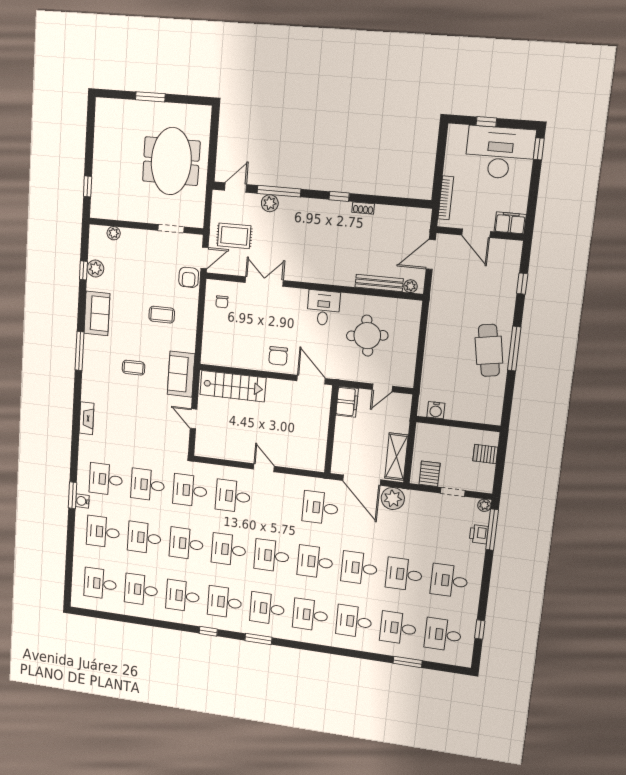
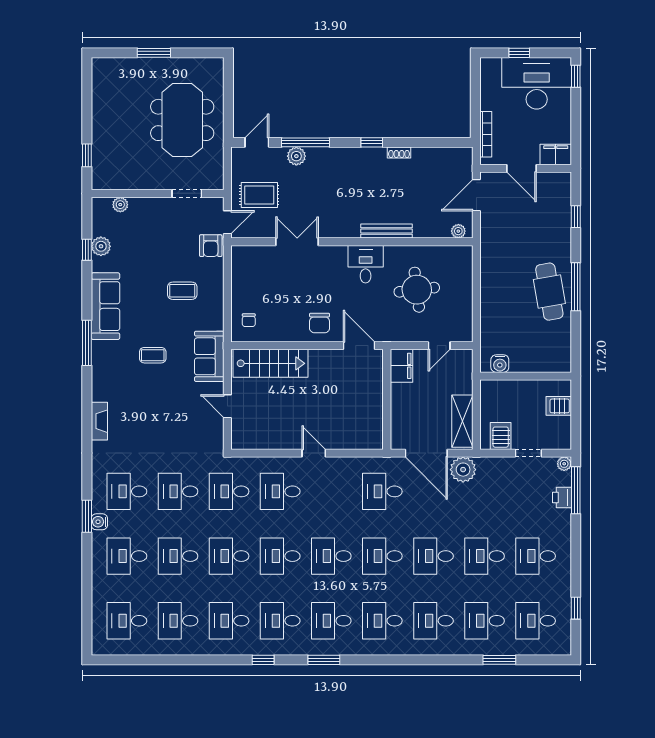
bench: (379, 283) -> (387, 231), moved
chair: (222, 302) -> (249, 320), moved
sofa: (97, 313) -> (106, 306), width x1.36

